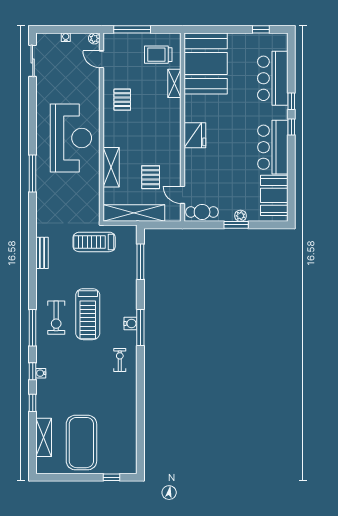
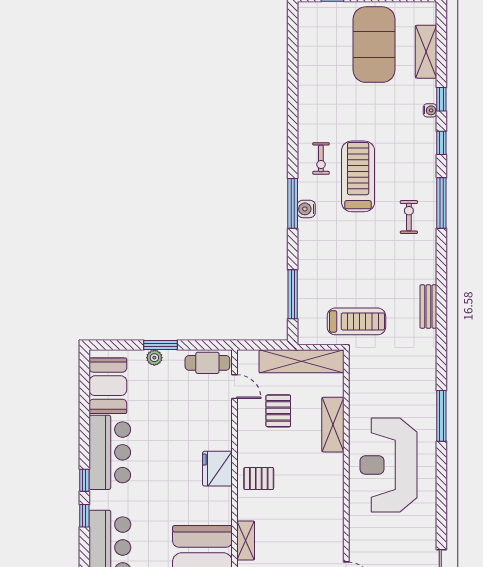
pallet: (122, 100) -> (259, 478), moved, turned 90
treadmill: (88, 314) -> (358, 176), moved
exercise bike: (56, 318) -> (409, 217), width x0.73, depth x0.72
water cooler: (41, 373) -> (430, 110), moved

